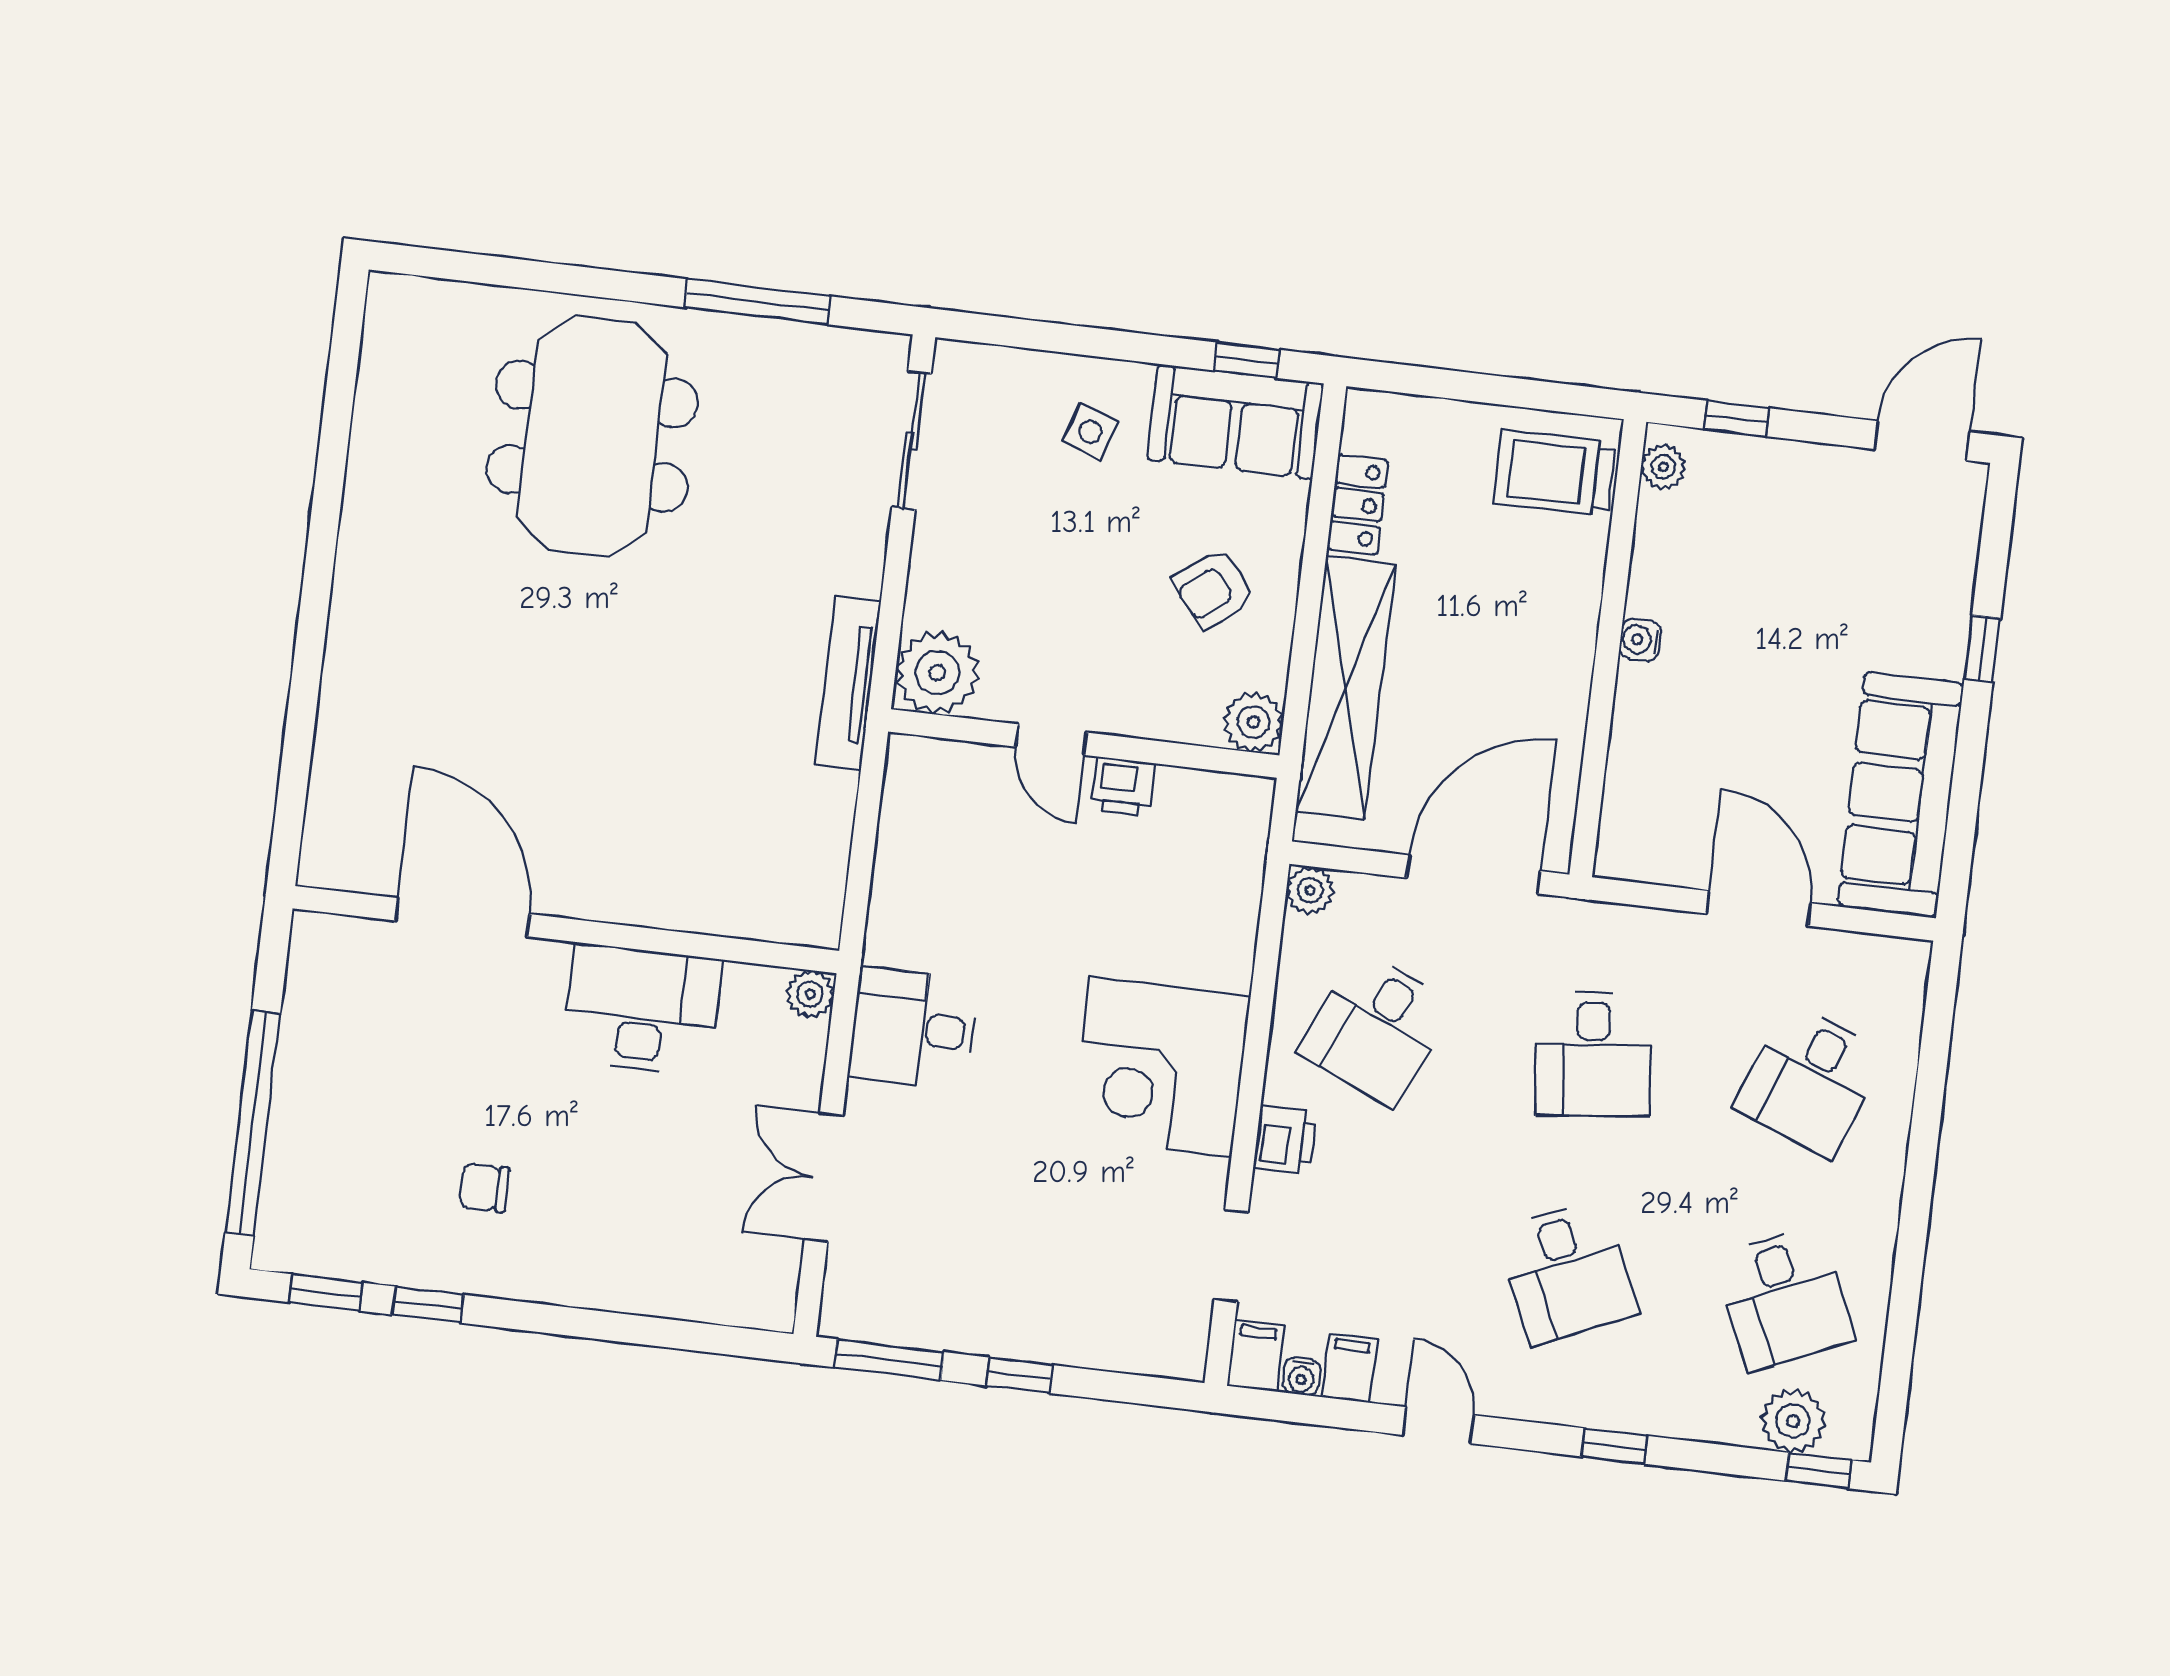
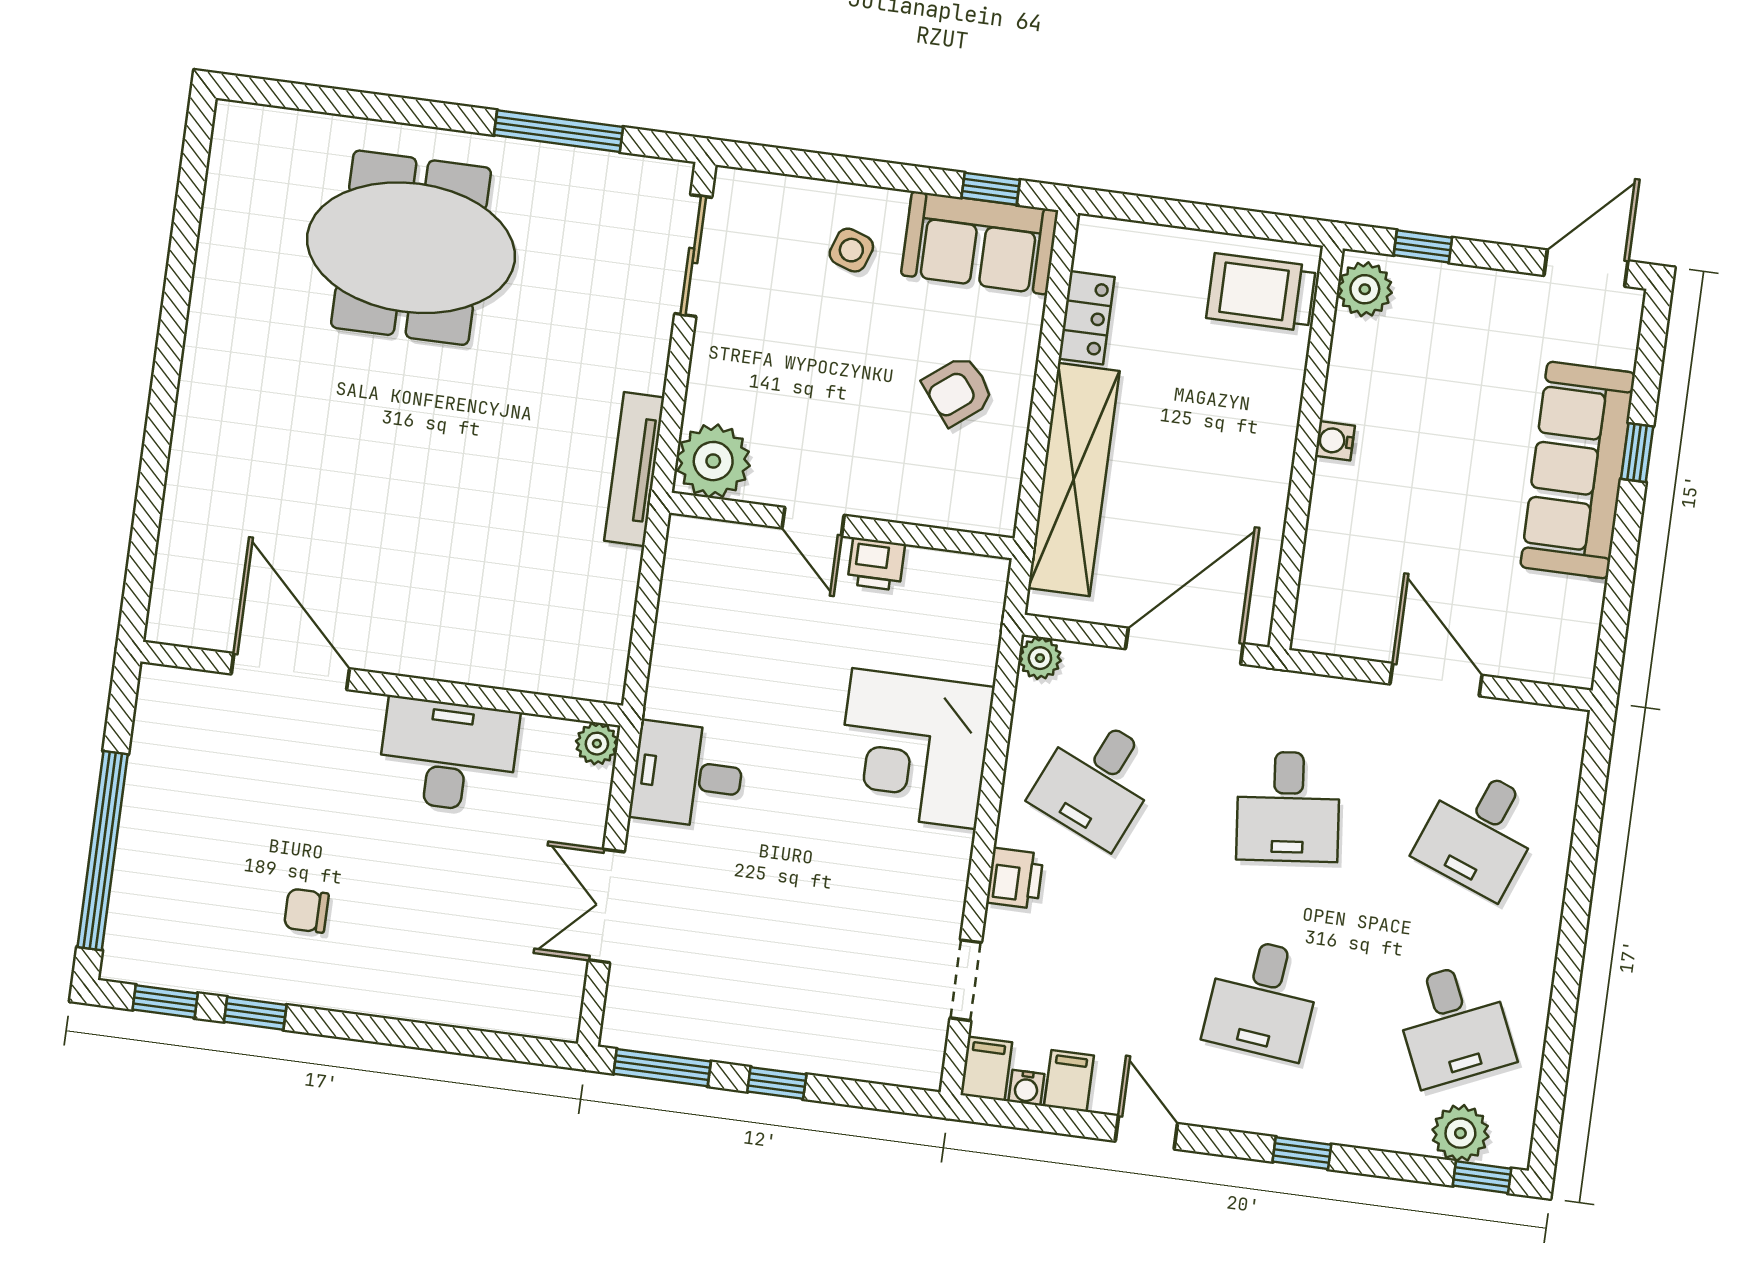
meeting table: (592, 436) -> (411, 248), turned 90
plant: (1663, 467) -> (1365, 289), width x1.38, depth x1.38
plant: (1253, 722) -> (992, 509), removed
sofa: (1900, 794) -> (1578, 470), moved
corner desk: (1160, 1067) -> (914, 749), moved
desk: (1567, 1272) -> (1263, 999), turned 30

